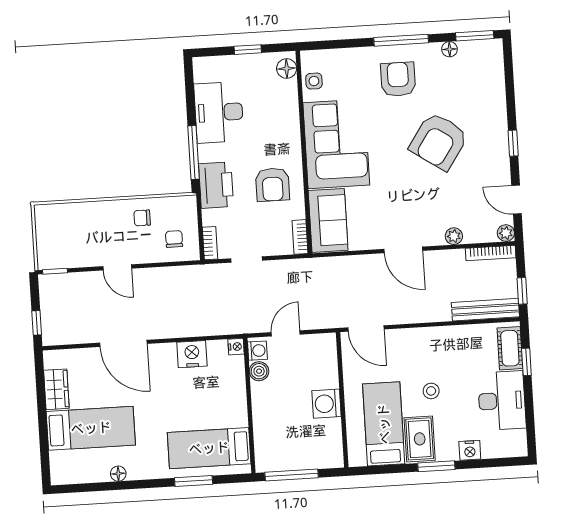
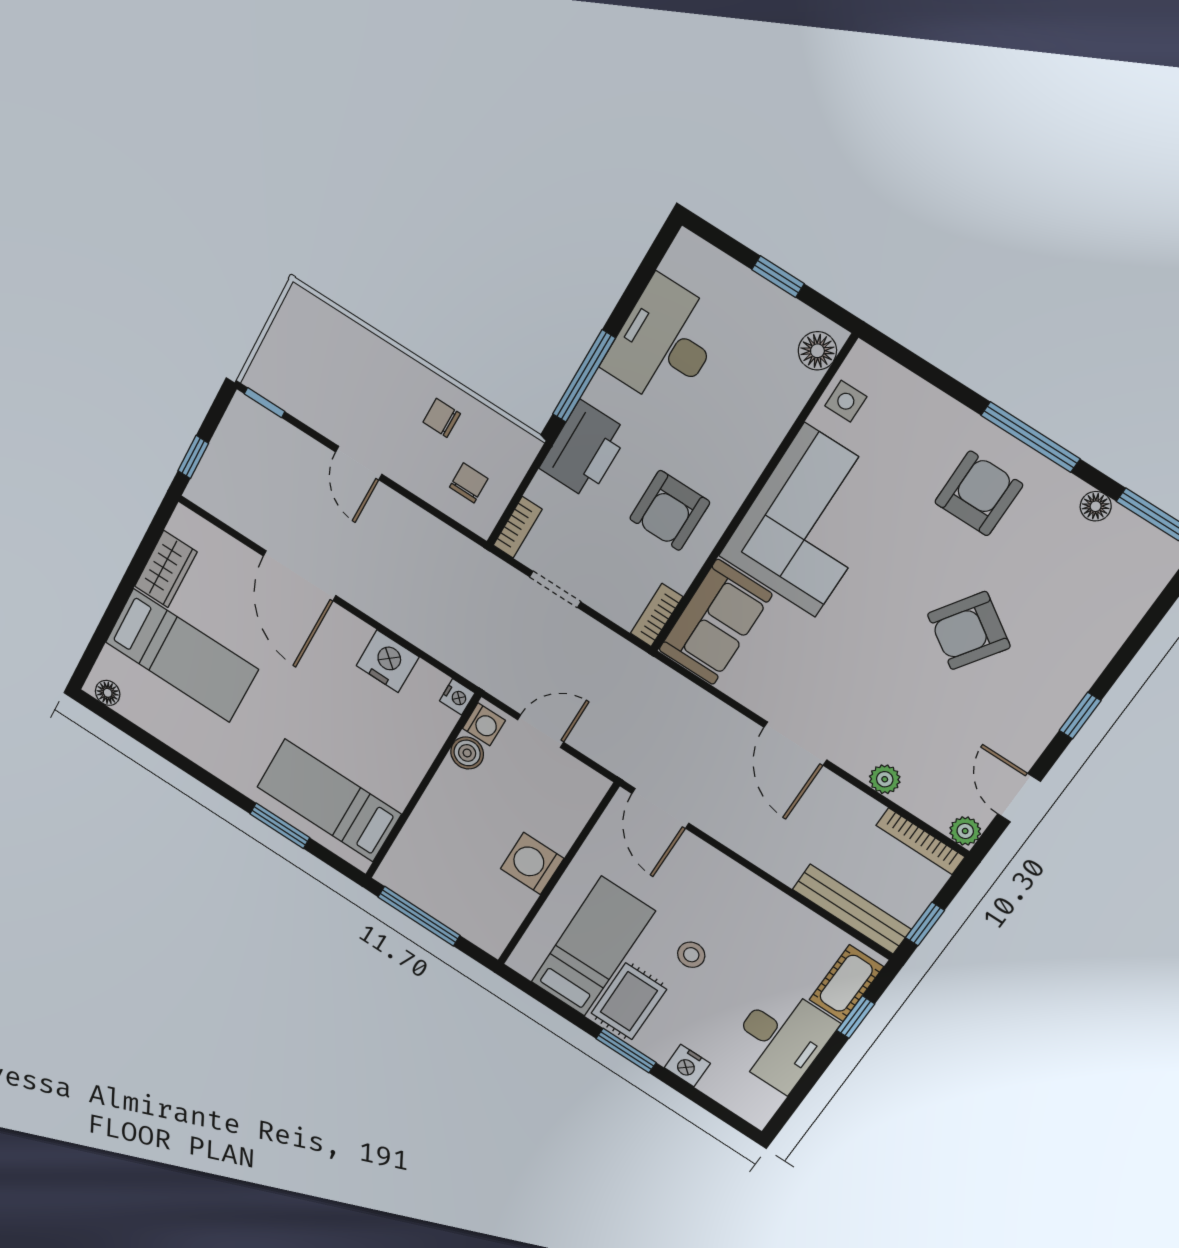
armchair: (439, 141) -> (969, 631), width x0.73, depth x0.73
floor lamp: (118, 474) -> (108, 693), moved

